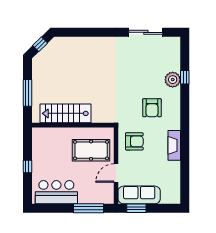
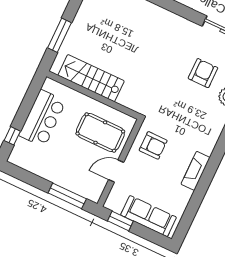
armchair: (152, 108) -> (203, 73), moved, turned 180
window: (27, 166) -> (12, 136), moved
bar counter: (56, 192) -> (42, 118), moved, turned 90
sofa: (139, 195) -> (149, 216), moved

